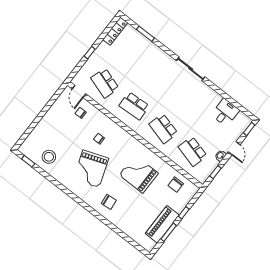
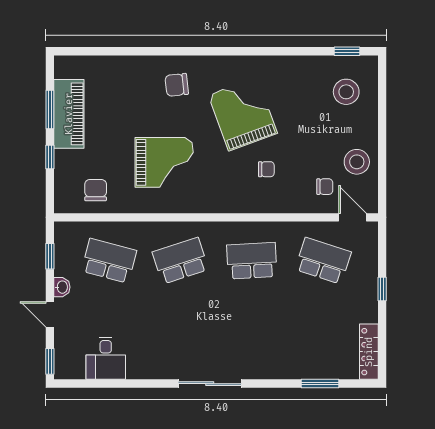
stool: (60, 113) -> (357, 162), added
school desk: (163, 129) -> (180, 261), turned -33
stool: (49, 157) -> (346, 92), moved

